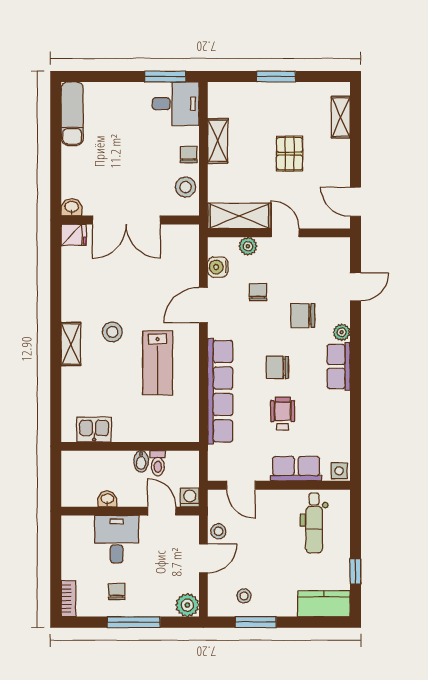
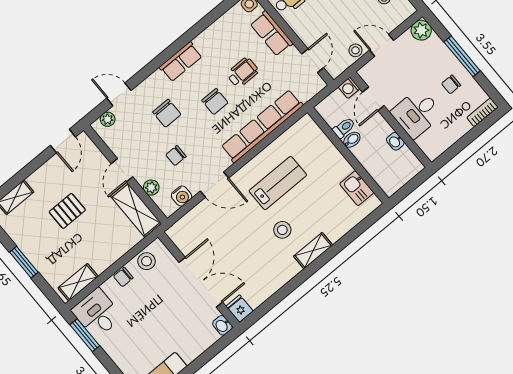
shelving: (218, 141) -> (78, 282), moved
plant: (342, 332) -> (108, 119), moved
wheelchair: (283, 414) -> (243, 73), turned 180

